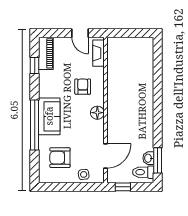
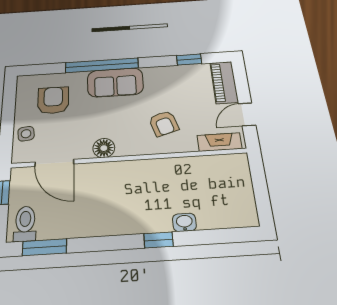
piano: (46, 53) -> (224, 82), moved, turned 90
armchair: (83, 87) -> (164, 123), turned 73
window: (158, 95) -> (159, 240), added
floor lamp: (97, 113) -> (104, 148), moved
washbasin: (148, 158) -> (184, 222), moved

